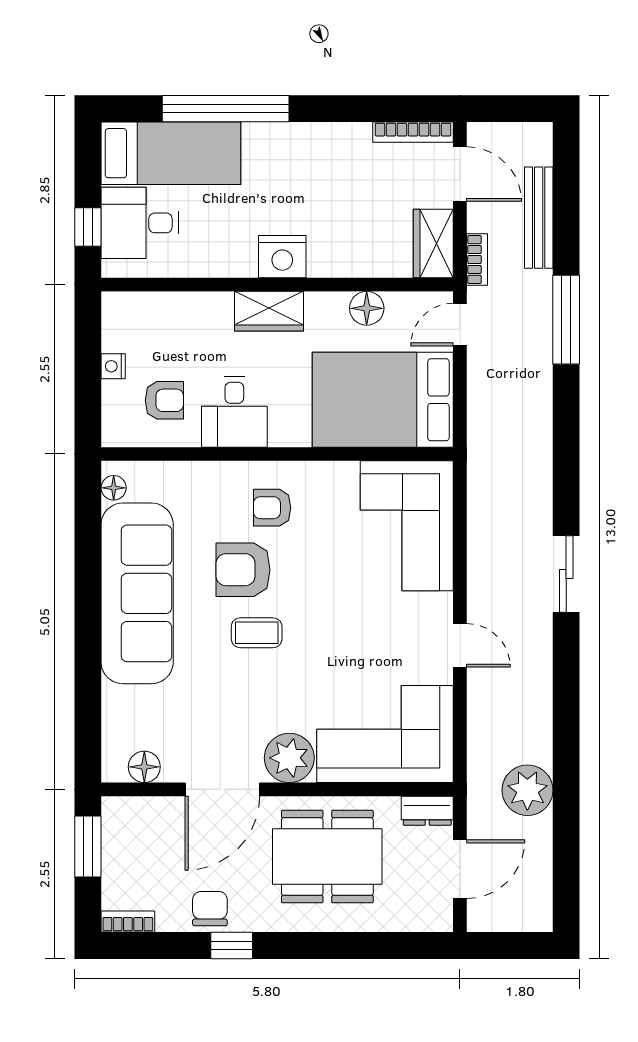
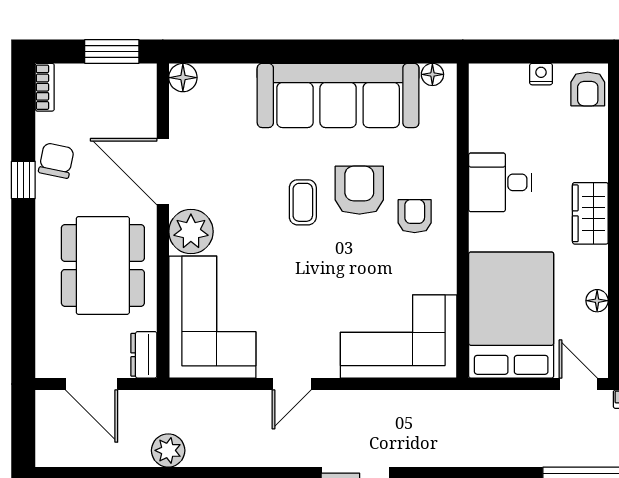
floor lamp: (367, 308) -> (597, 301), width x0.73, depth x0.73
armchair: (164, 400) -> (588, 89), moved
floor lamp: (144, 767) -> (183, 78), moved
plant: (527, 790) -> (168, 450), width x0.73, depth x0.73
chair: (210, 909) -> (56, 161), turned -78

